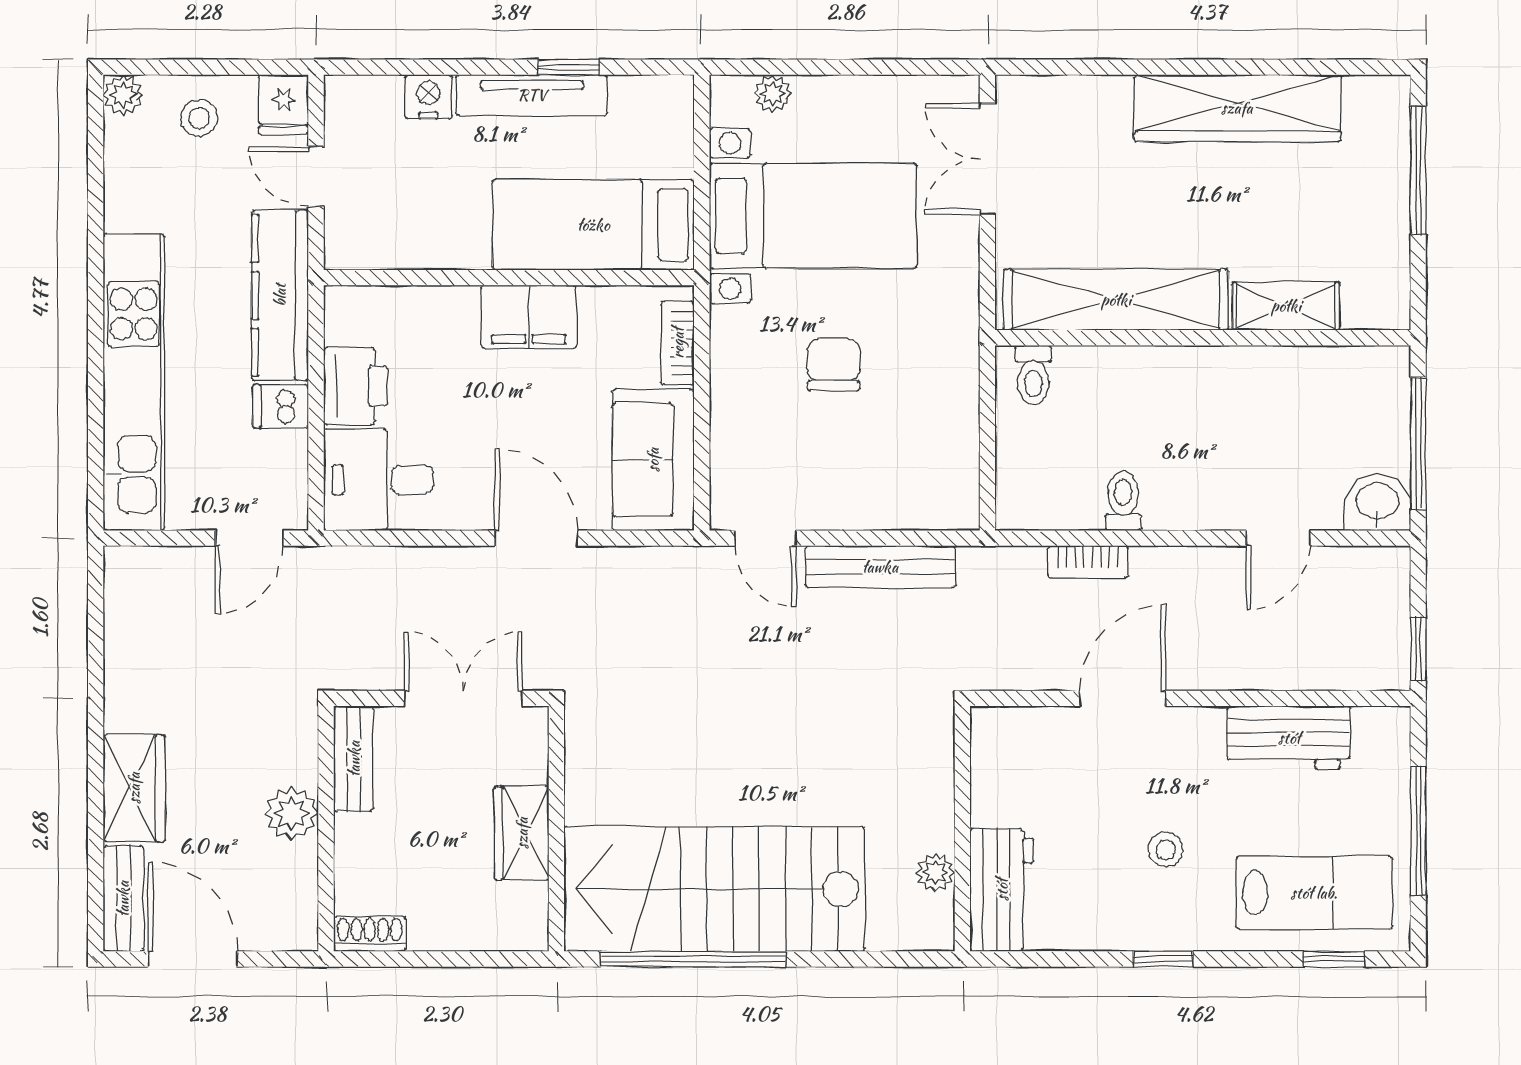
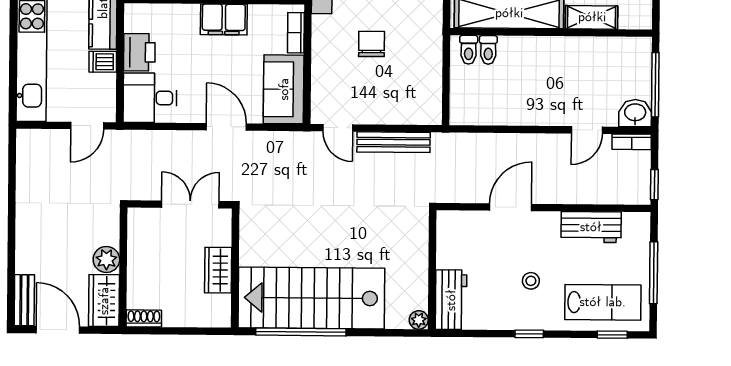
toilet: (1123, 501) -> (488, 50), moved, turned 180
bookcase: (1088, 562) -> (632, 142), moved
bench: (354, 759) -> (137, 233), removed
wardrobe: (134, 788) -> (104, 301), moved, turned 180
plant: (935, 872) -> (419, 320), moved

